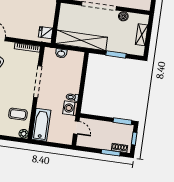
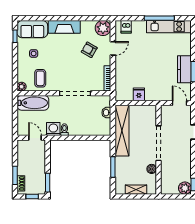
fridge: (46, 33) -> (139, 94), moved
door: (76, 128) -> (35, 138), swing flipped

